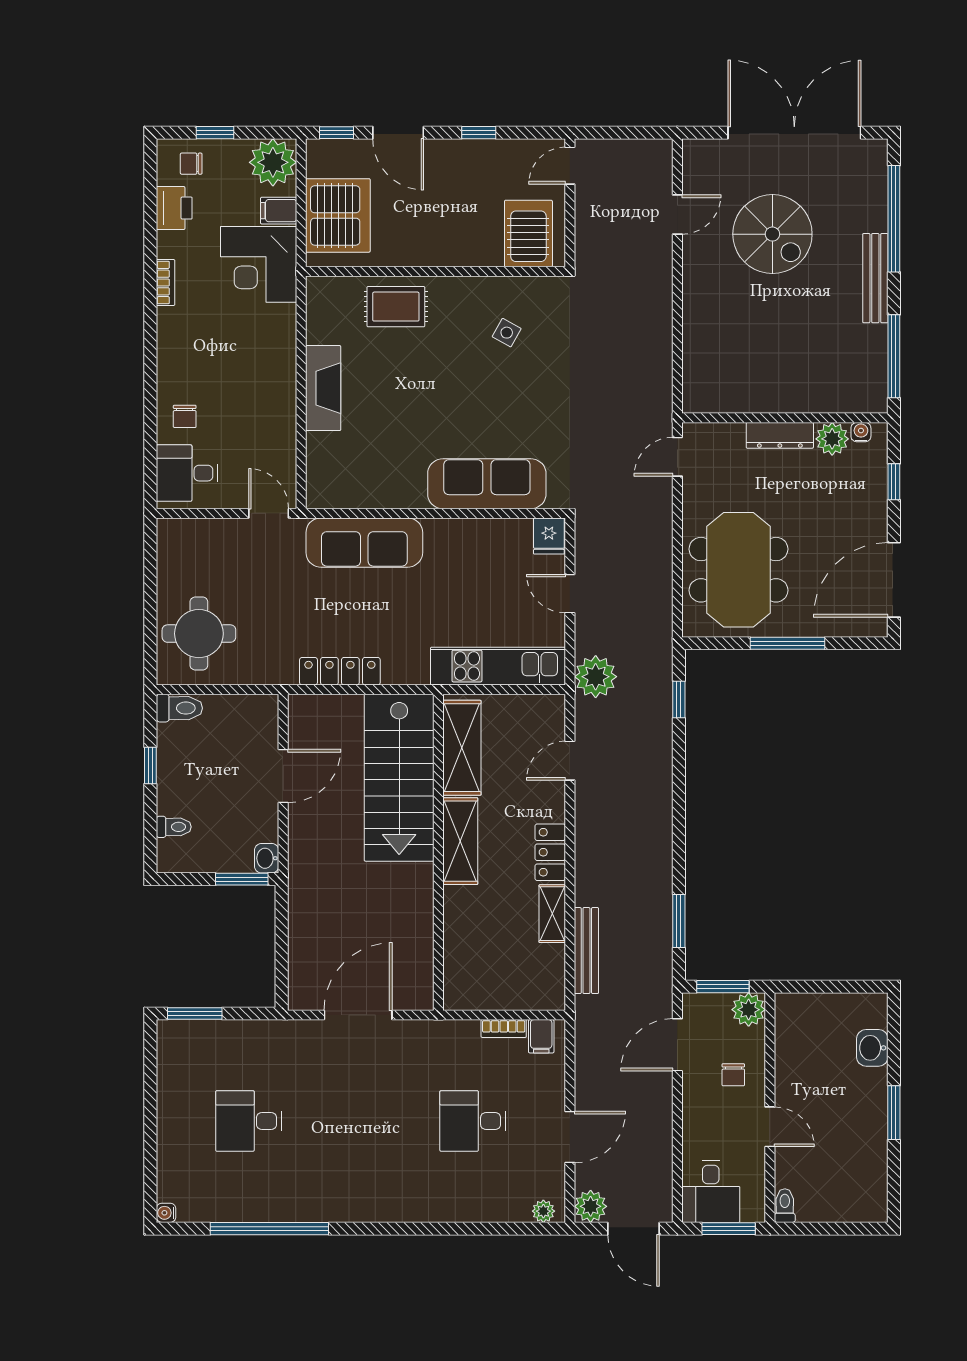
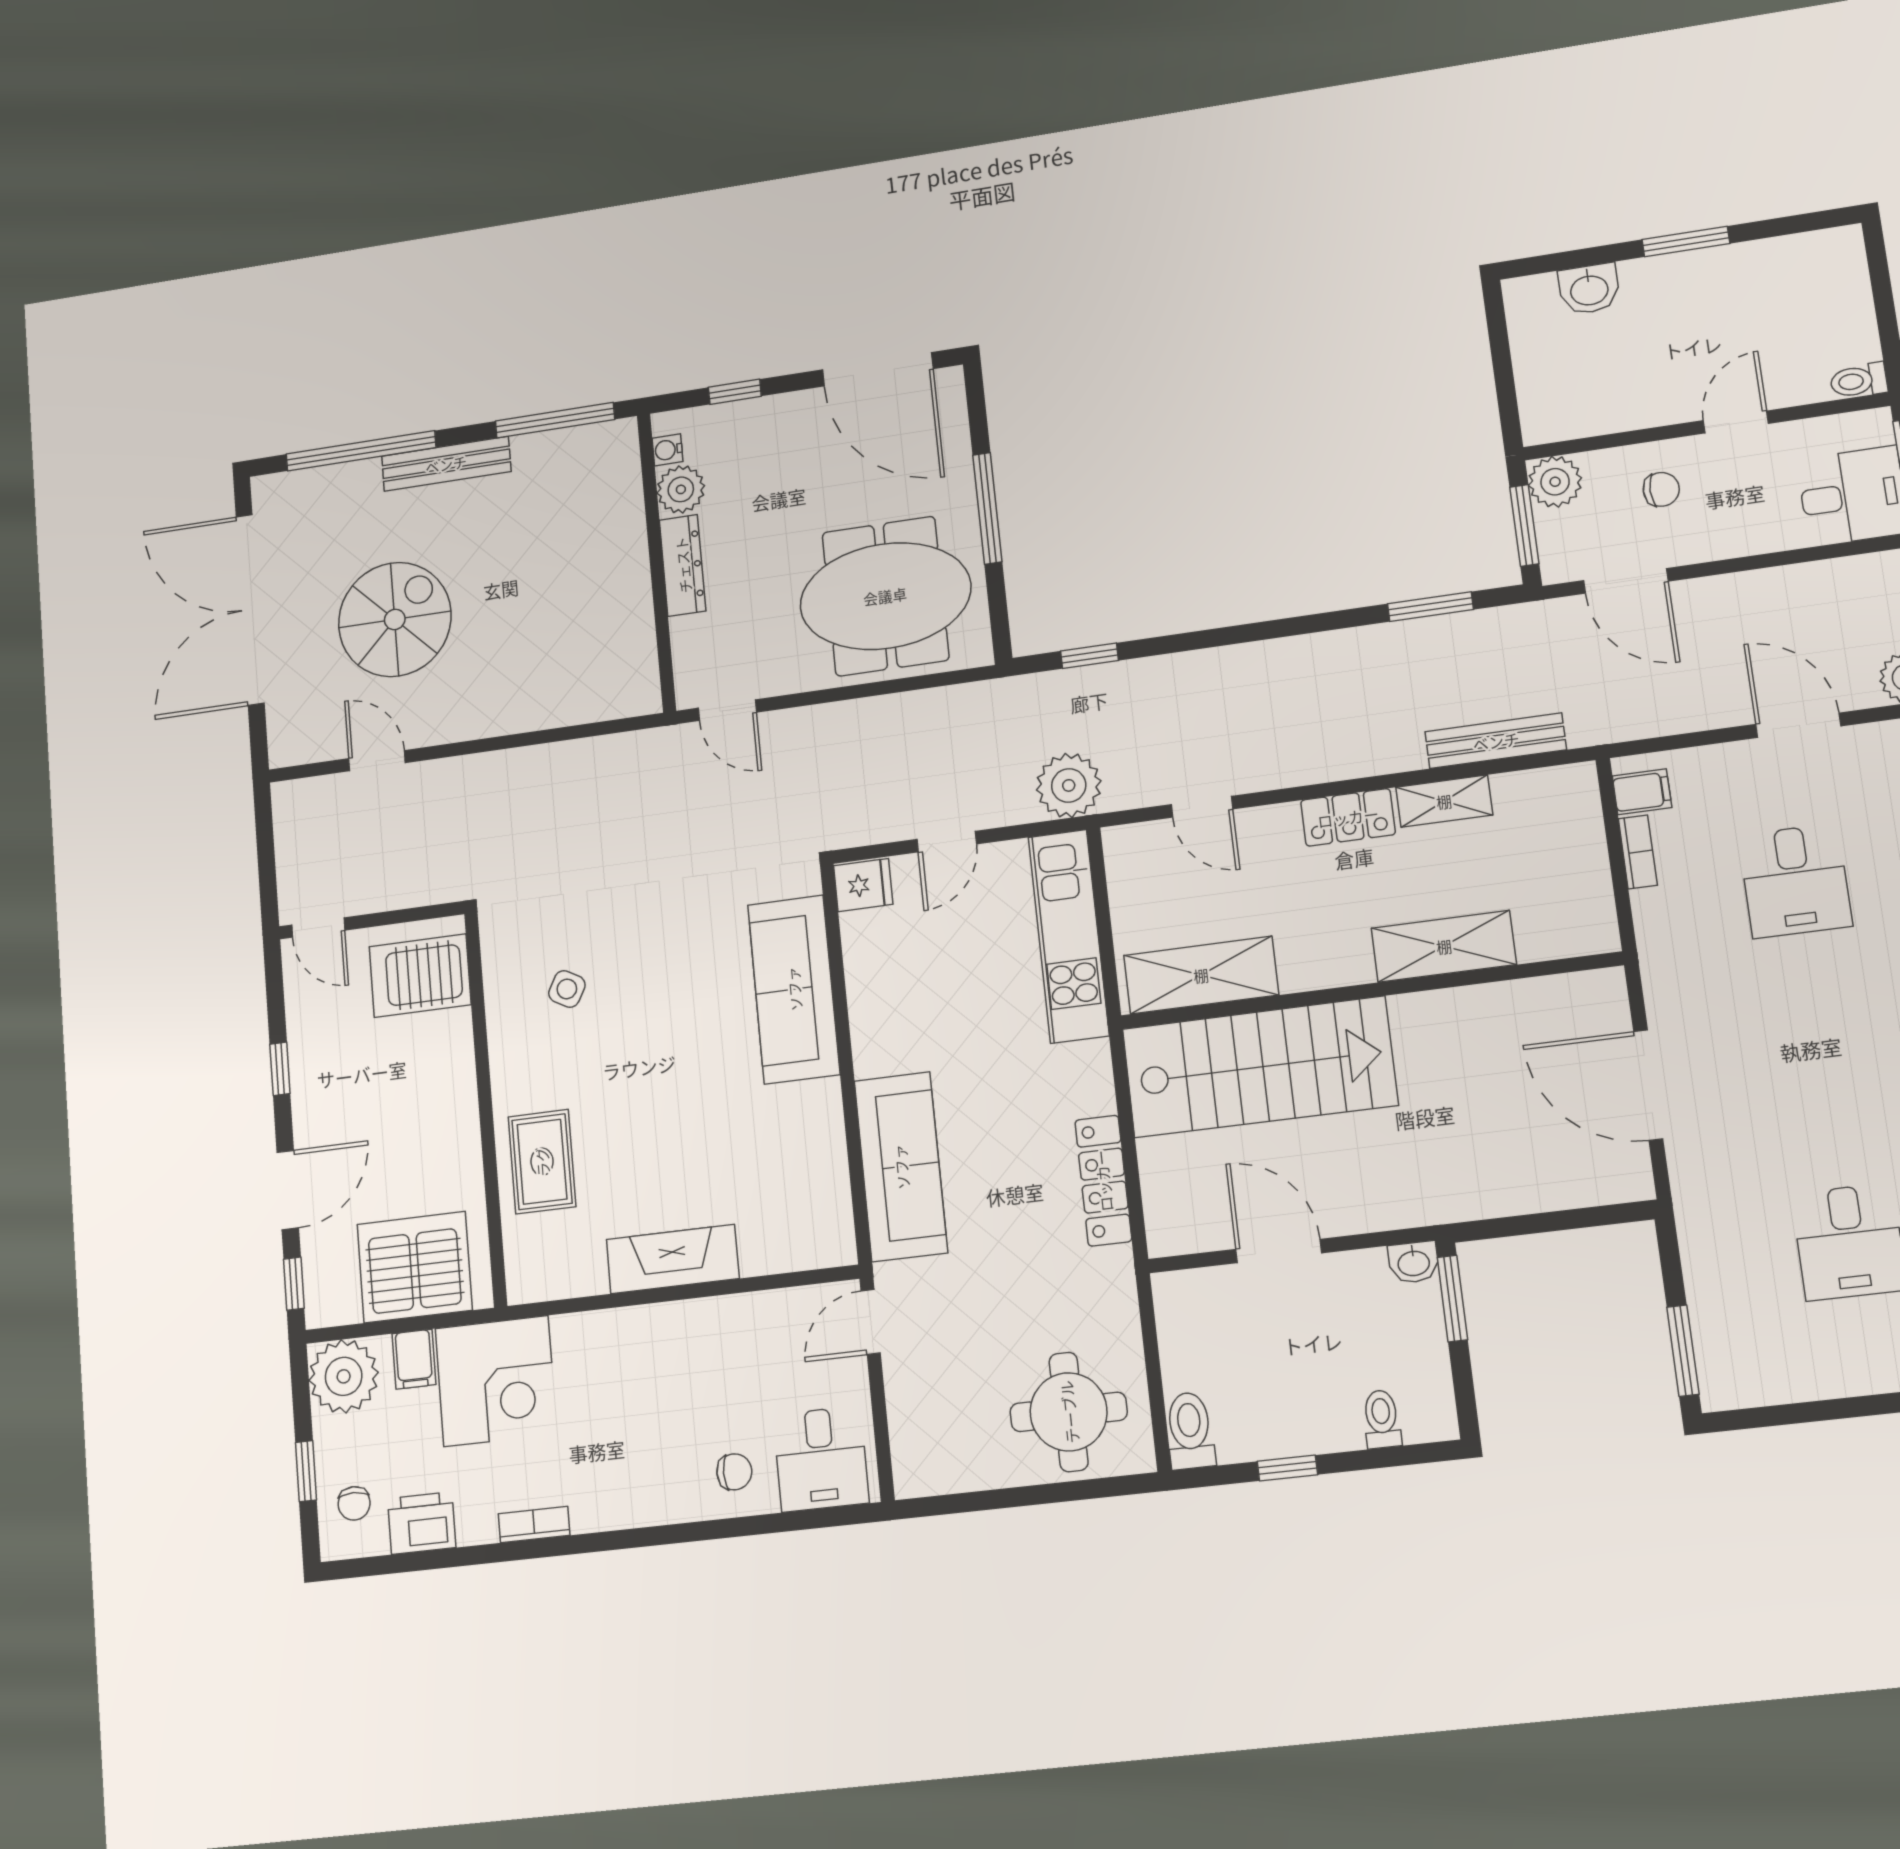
shelving: (460, 841) -> (1444, 946), moved

